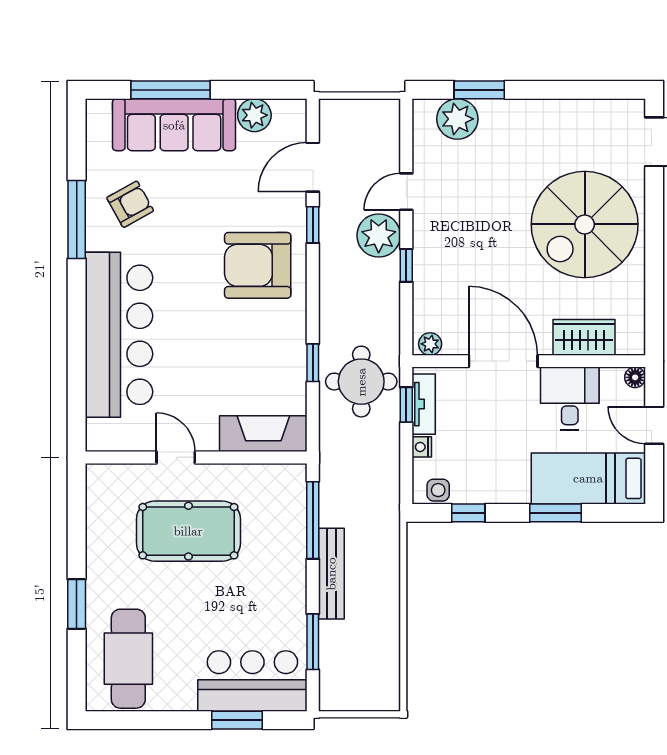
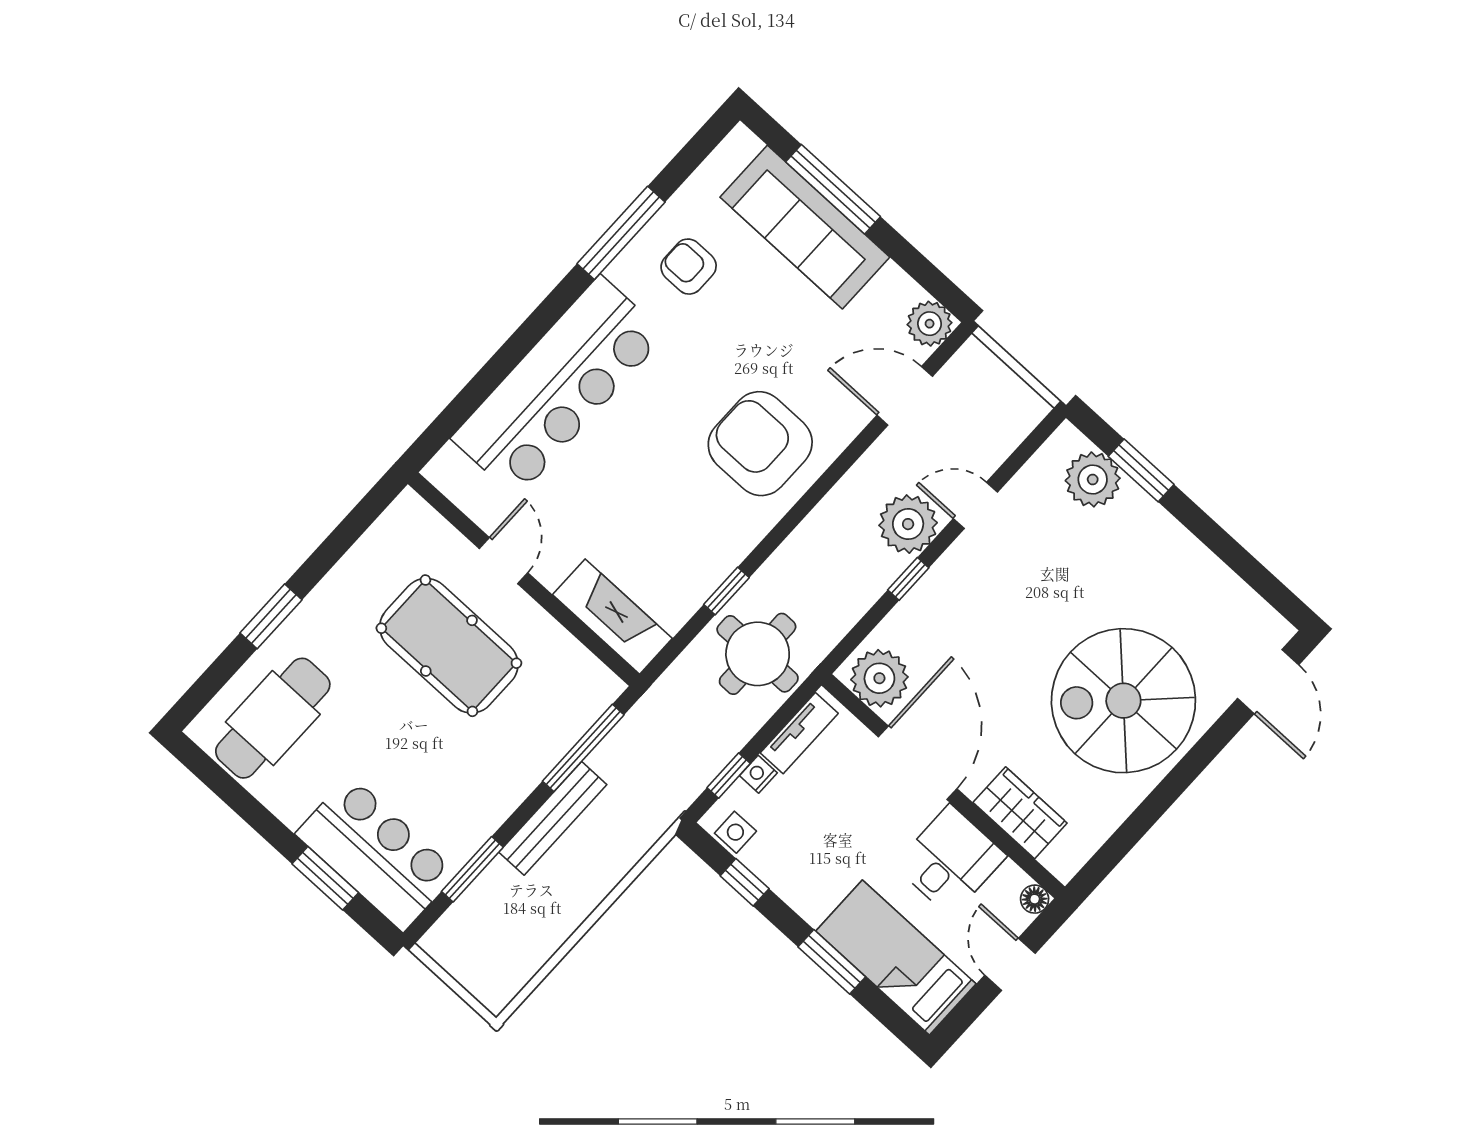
plant: (254, 115) -> (930, 324), moved
armchair: (130, 204) -> (689, 267), turned -151
window: (313, 225) -> (852, 453), removed
plant: (430, 344) -> (879, 678), width x1.87, depth x1.87
window: (406, 405) -> (729, 776), moved

